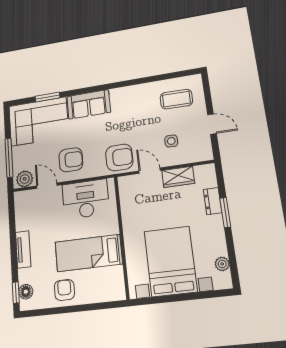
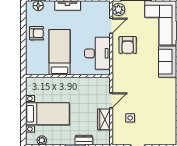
coffee table: (176, 99) -> (160, 125), removed
armchair: (119, 157) -> (124, 80), removed
bed with nightstands: (170, 261) -> (47, 114), width x0.73

